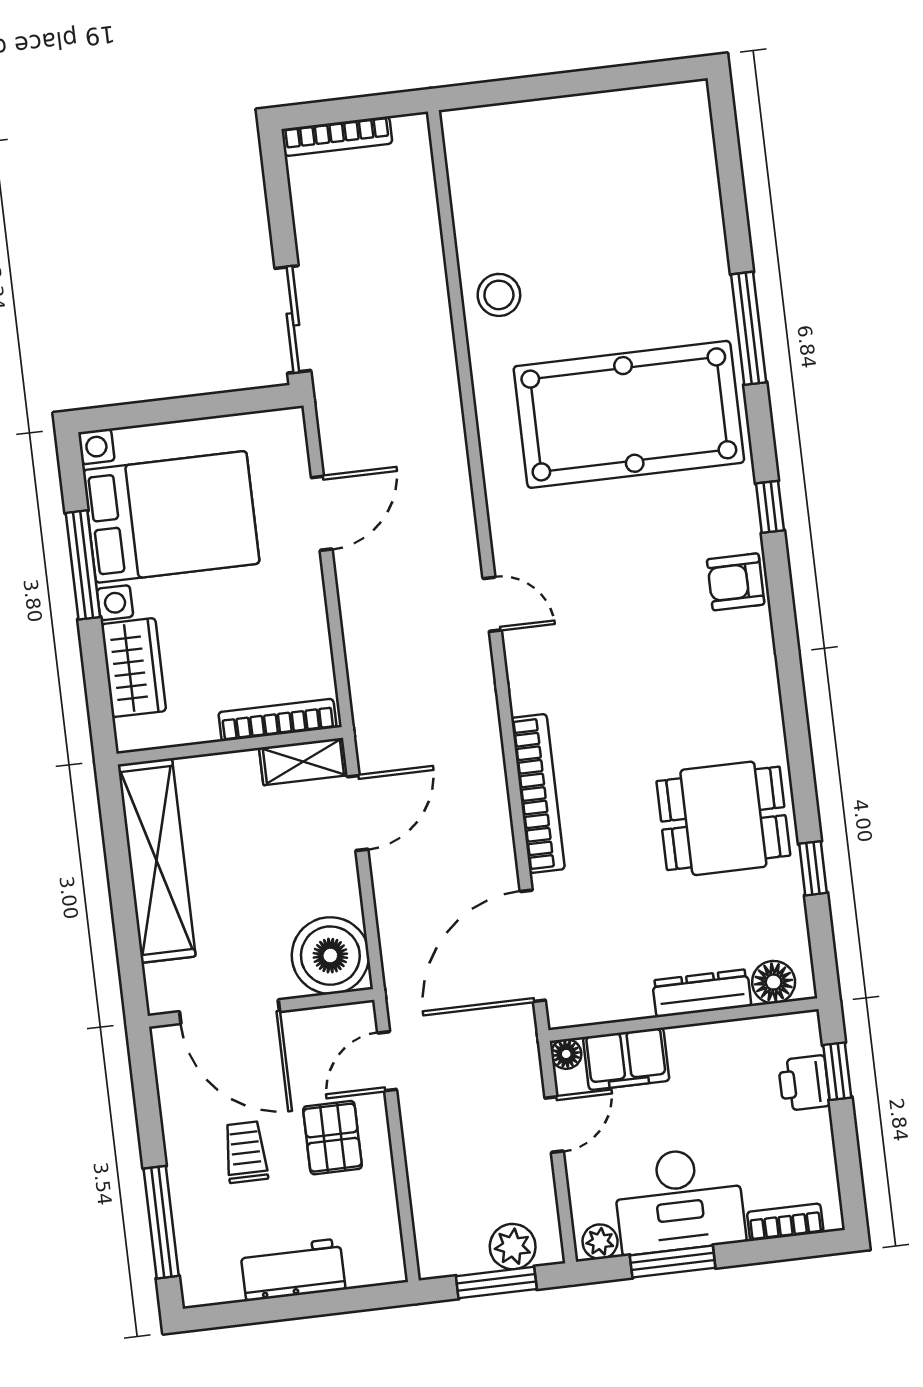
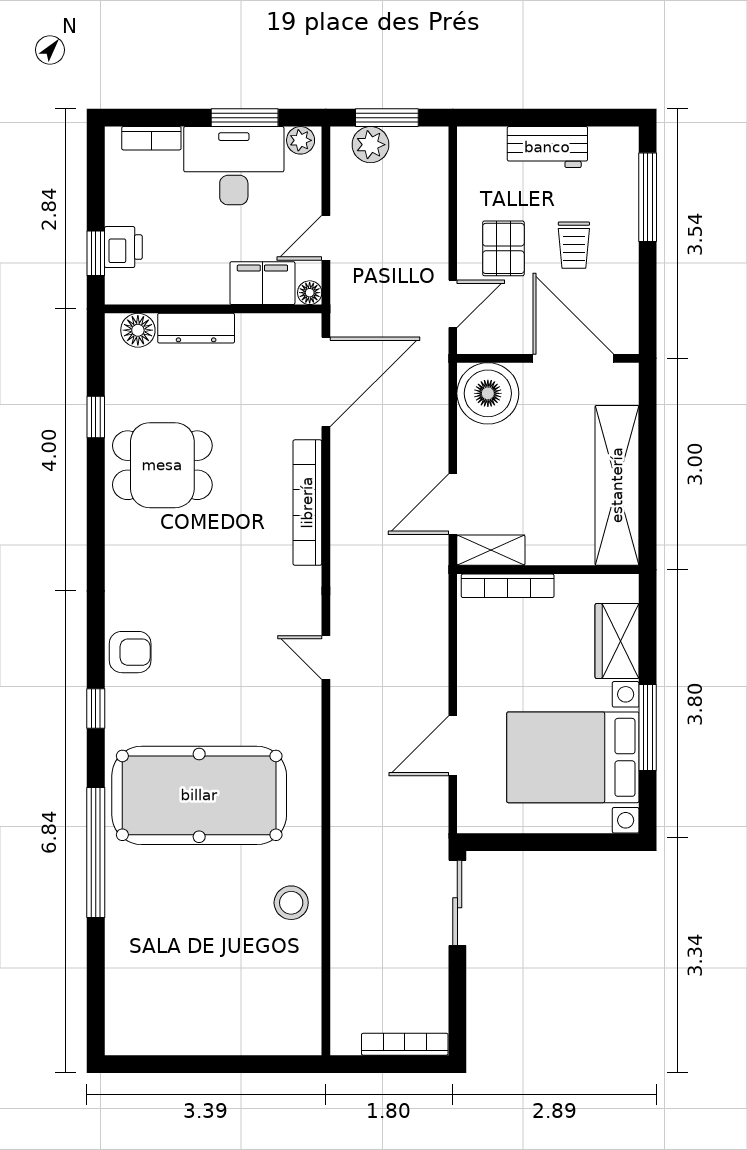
window: (749, 328) -> (96, 852), width x1.46

